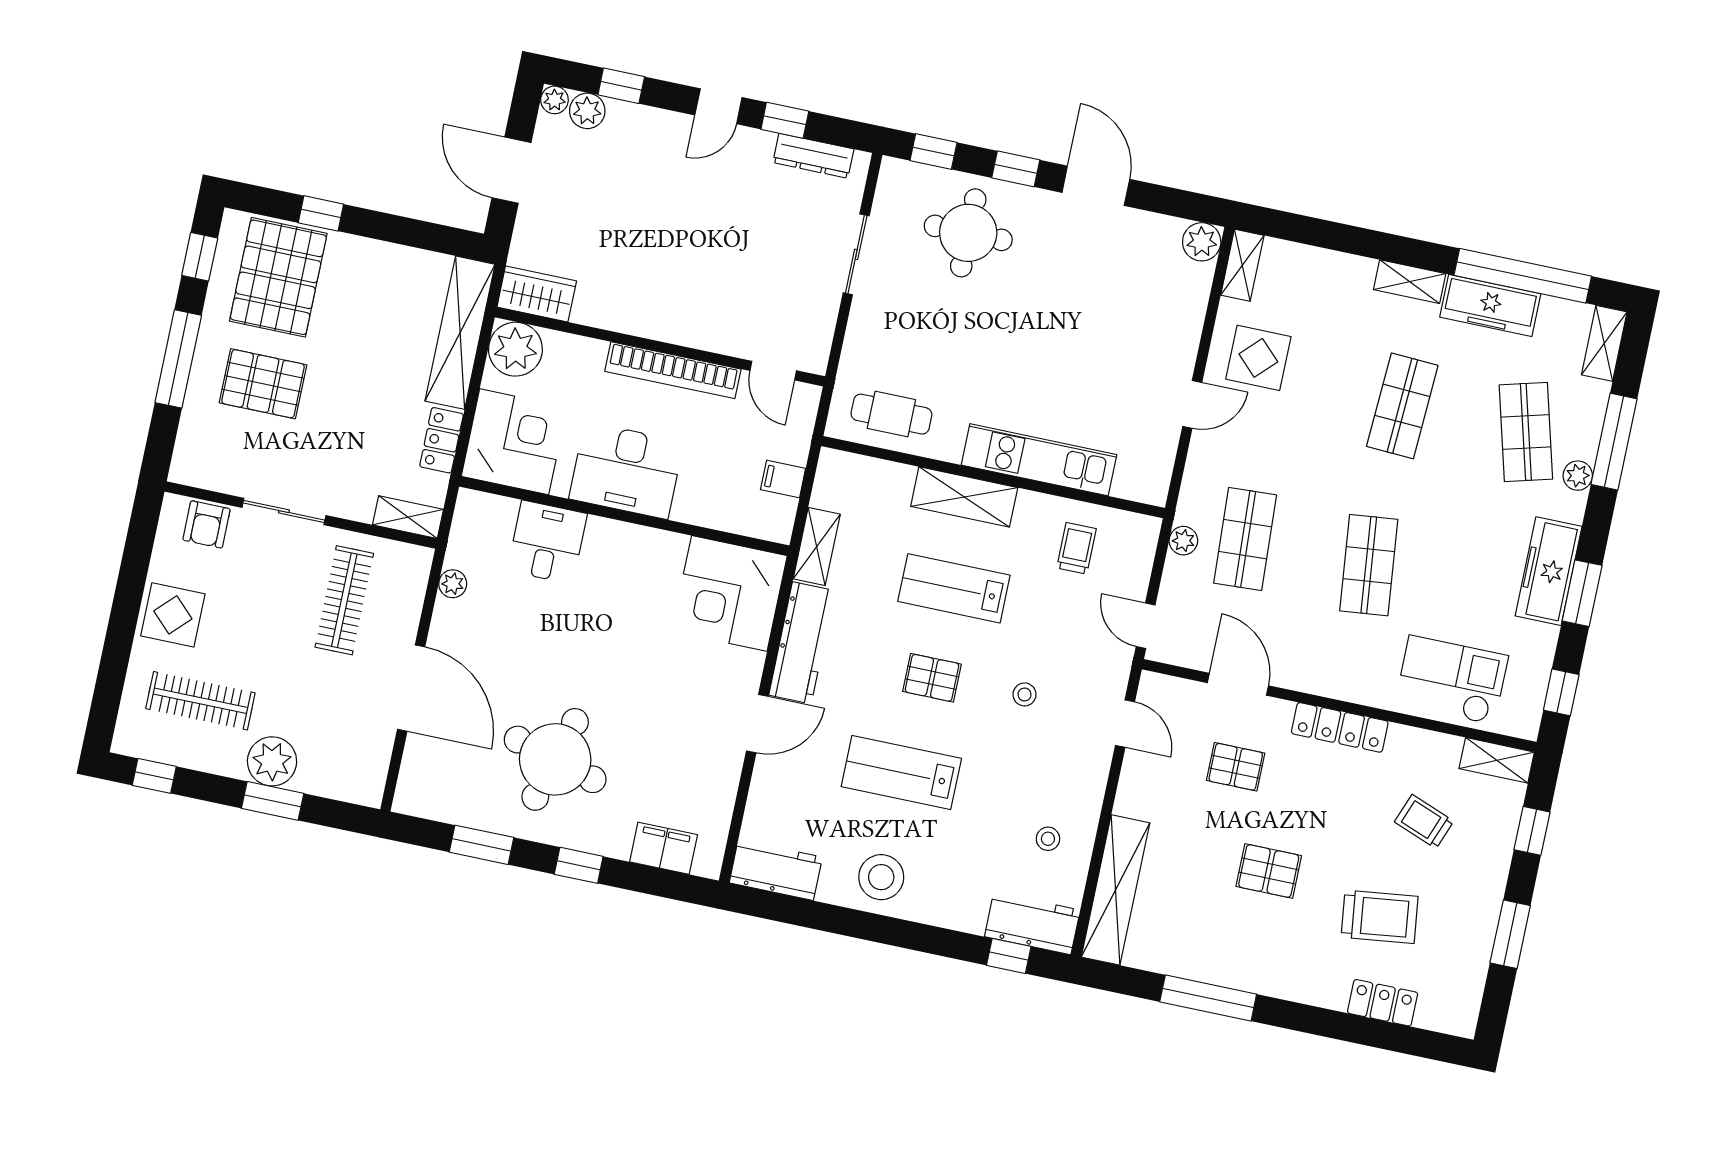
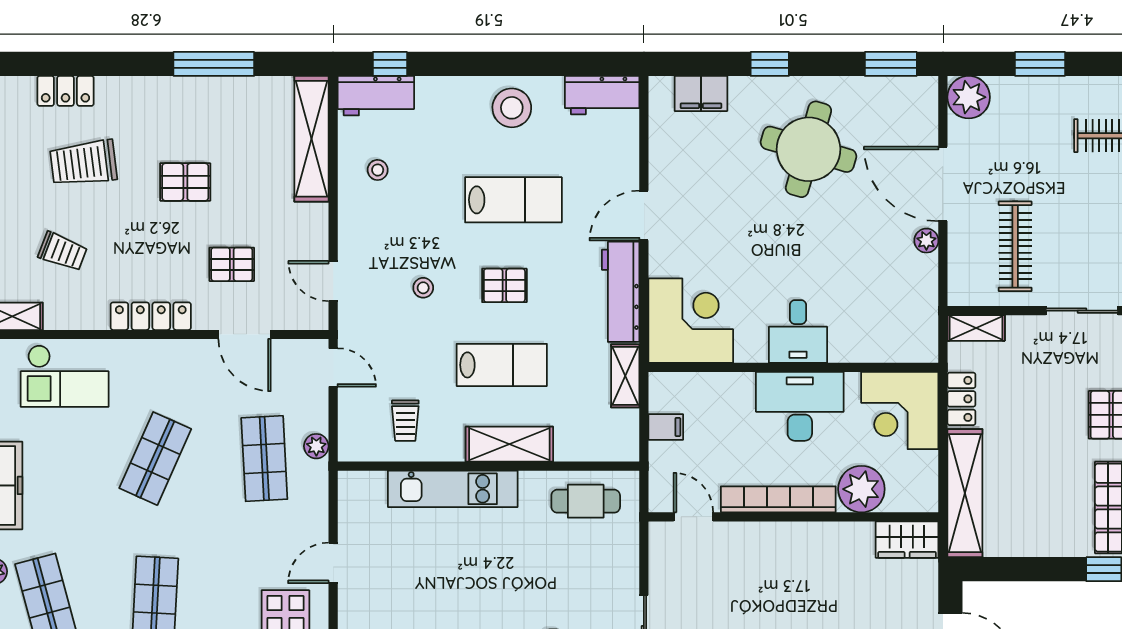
plant: (515, 349) -> (861, 489), moved
desk: (547, 542) -> (798, 332), moved
shop shelf: (1369, 565) -> (155, 459), turned 30
plant: (453, 584) -> (926, 241), moved
plant: (272, 761) -> (969, 97), moved
window: (481, 845) -> (891, 64), moved

